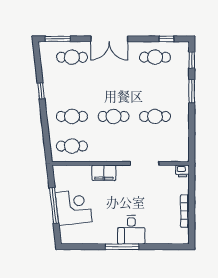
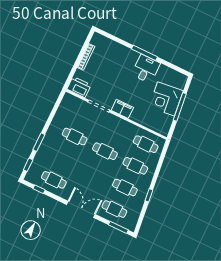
cafe table: (72, 87) -> (125, 187), added
printer: (182, 171) -> (79, 87), width x1.87, depth x1.48
filing cabinet: (104, 173) -> (122, 109), moved
desk: (131, 230) -> (146, 69), moved

